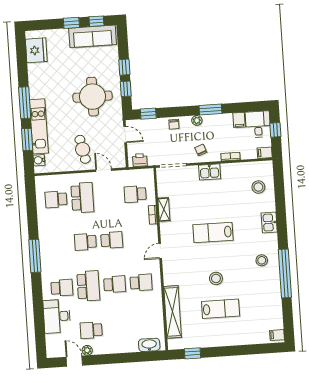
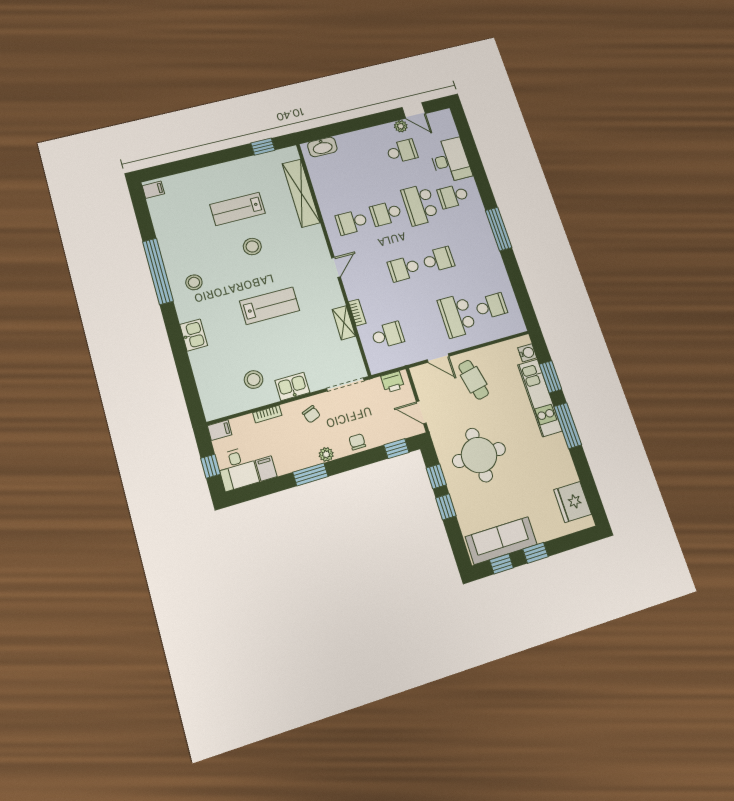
stool: (258, 187) -> (254, 380), moved

